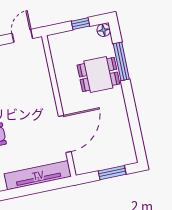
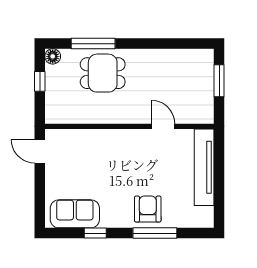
dining table: (98, 74) -> (103, 73), turned 90
door: (65, 134) -> (163, 126), width x0.53

